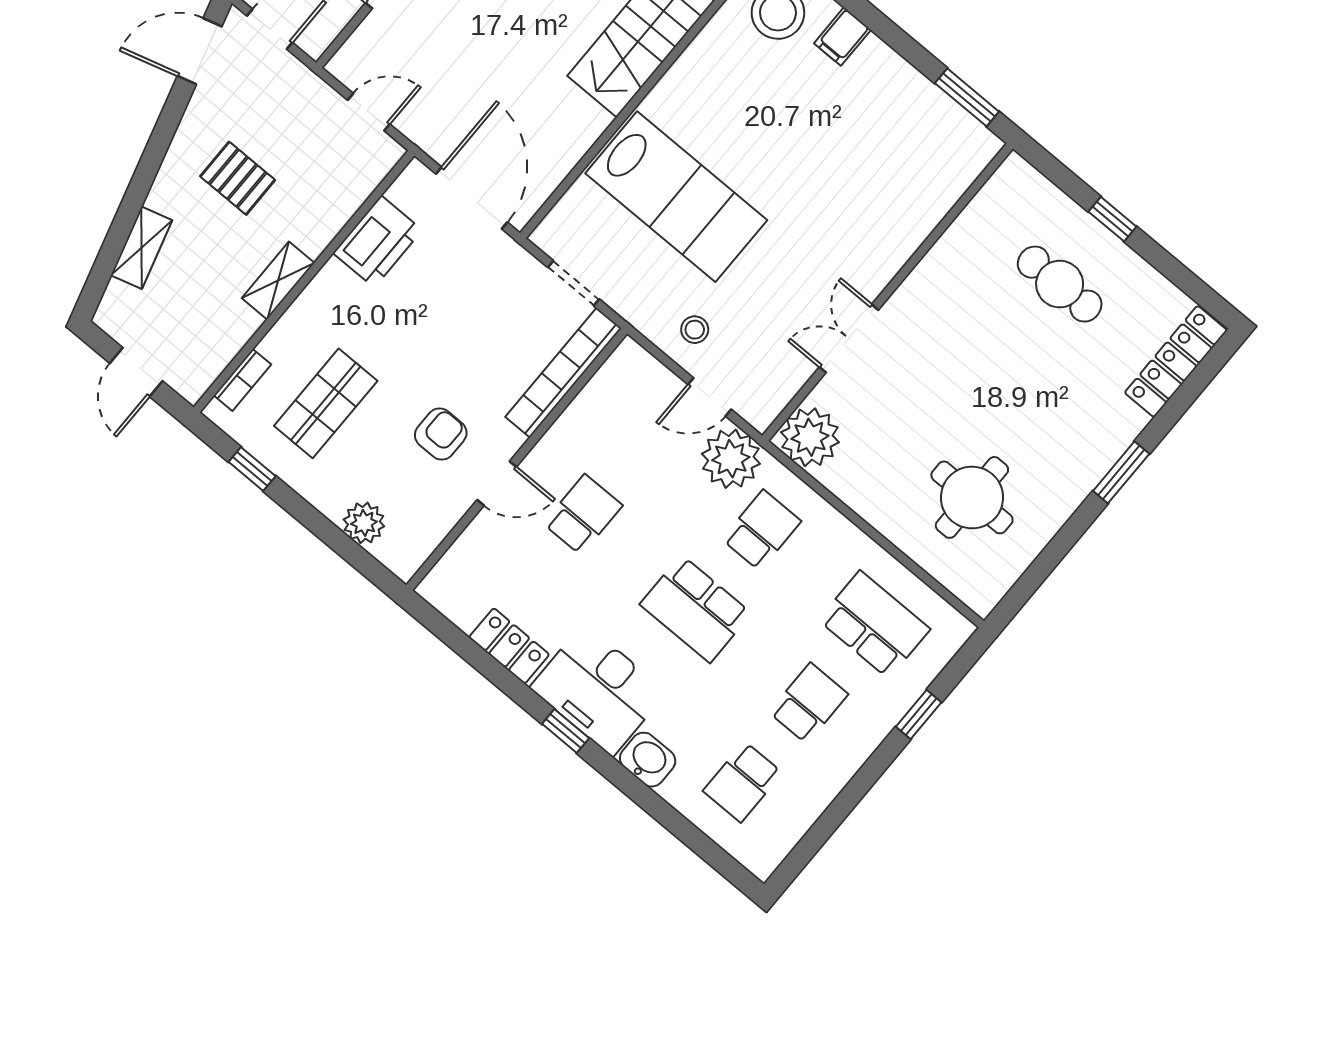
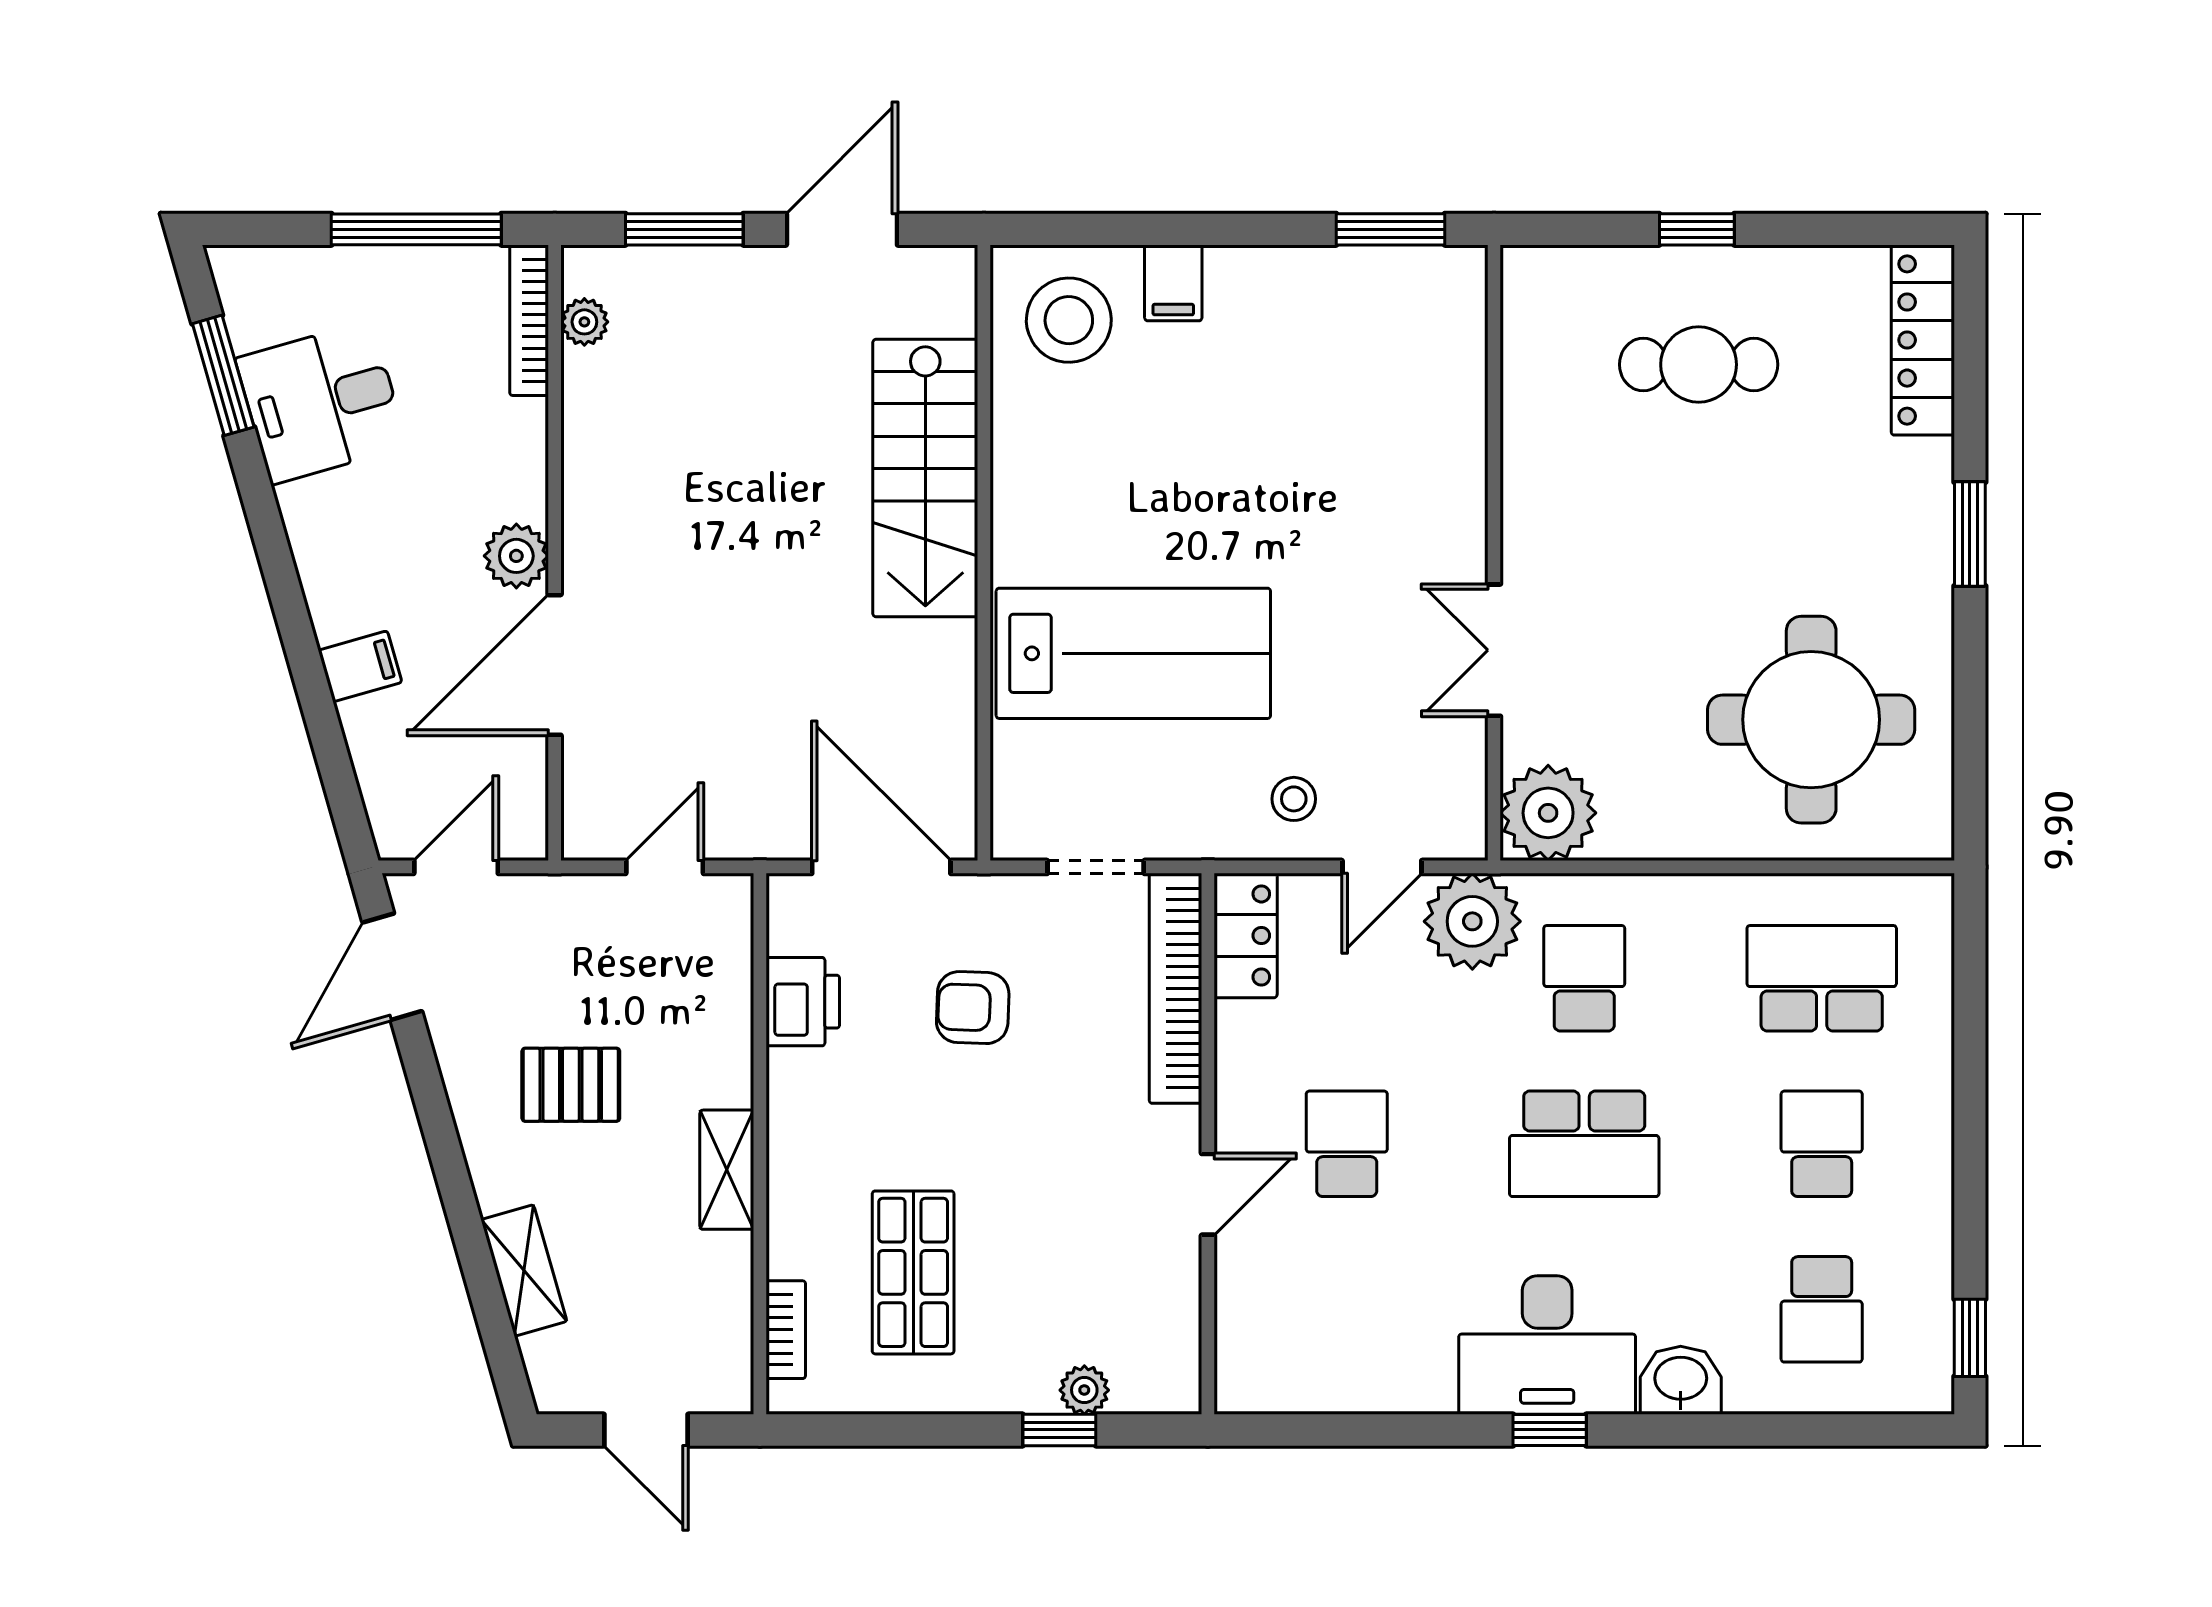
printer: (378, 242) -> (803, 1002), width x0.73, depth x0.84
armchair: (441, 434) -> (973, 1008), moved, turned -88
window: (252, 469) -> (1059, 1430), moved
round table: (972, 497) -> (1811, 720), width x1.36, depth x1.36
plant: (364, 523) -> (1084, 1390), width x0.73, depth x0.73
locker: (509, 646) -> (1246, 935), moved, turned 90
window: (919, 715) -> (1970, 1338), moved

